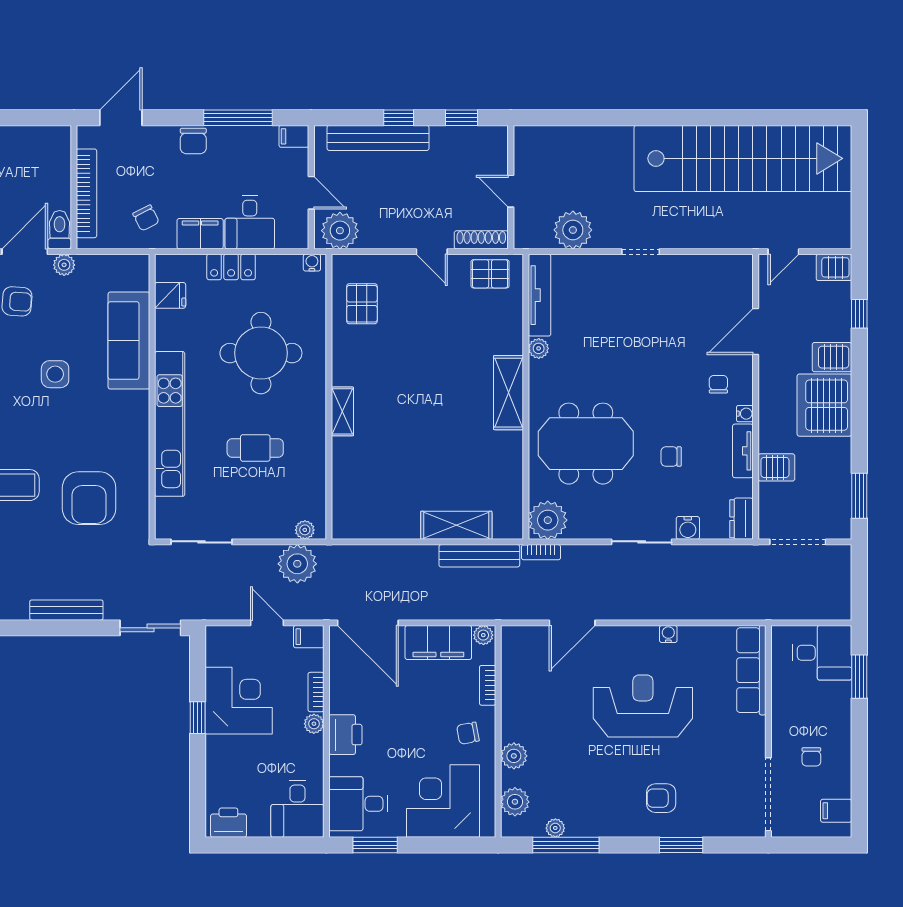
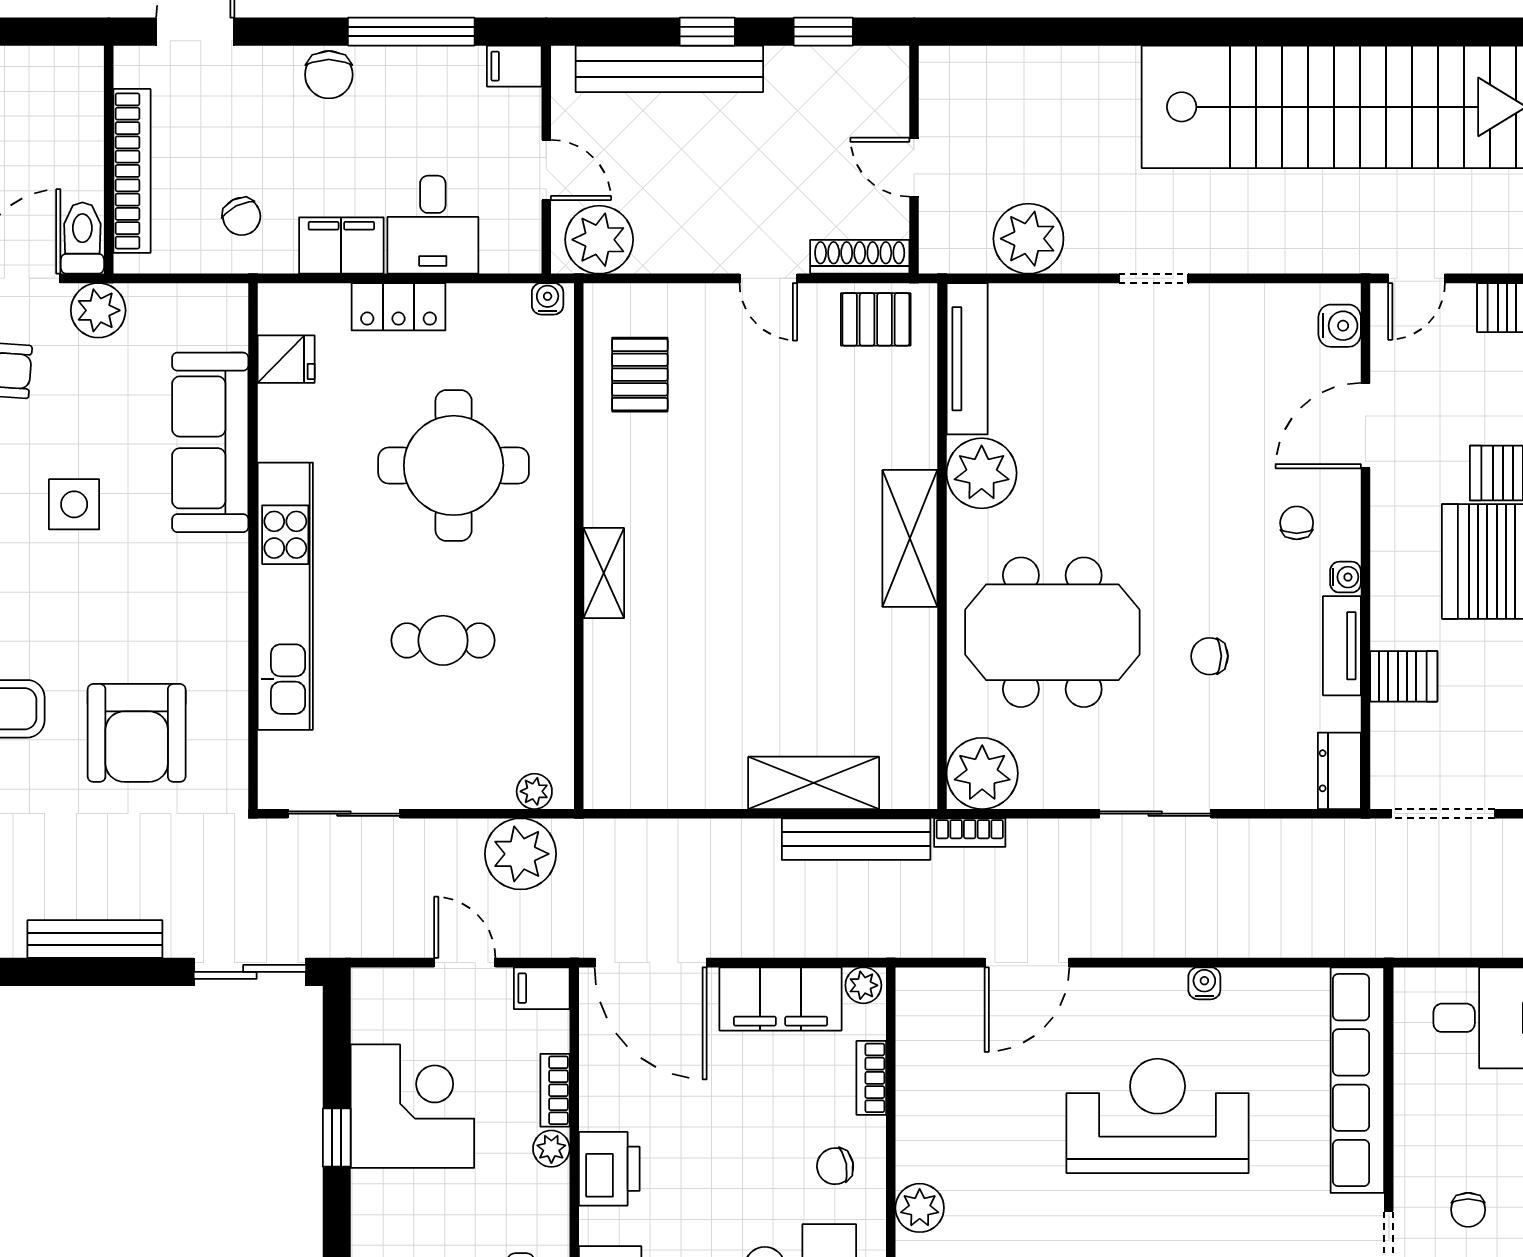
plant: (64, 265) -> (98, 310), width x1.38, depth x1.38
plant: (539, 348) -> (982, 473), width x1.87, depth x1.87
water cooler: (688, 528) -> (1340, 326), moved, turned -90
row of seats: (751, 670) -> (1357, 1080), width x1.36

